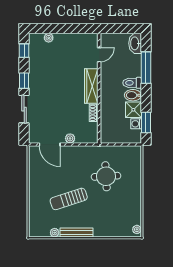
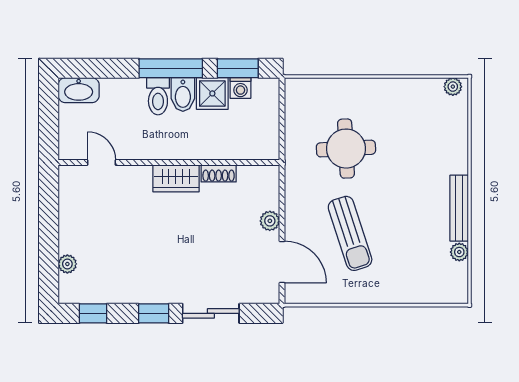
window: (146, 68) -> (171, 68), moved
wardrobe: (91, 86) -> (176, 178), width x0.67
door: (50, 145) -> (282, 262), hinge flipped
sun lounger: (69, 199) -> (350, 233), moved

